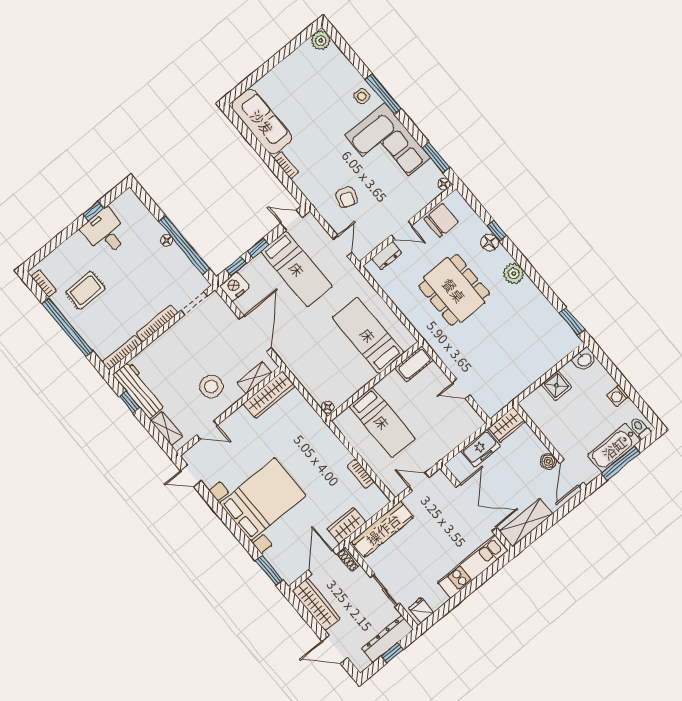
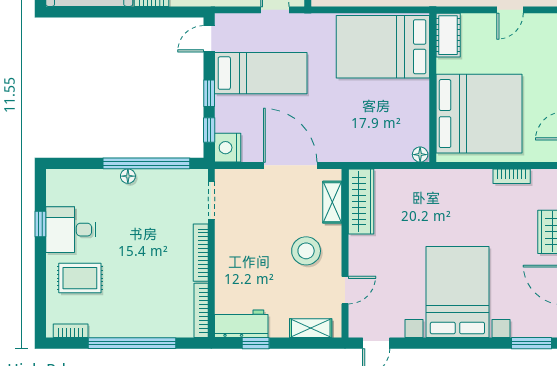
rug: (85, 290) -> (80, 278), moved, turned 90
bed: (368, 335) -> (383, 47), width x1.50
workbench: (139, 390) -> (241, 324), width x0.73
bed: (382, 422) -> (479, 114), width x2.04

